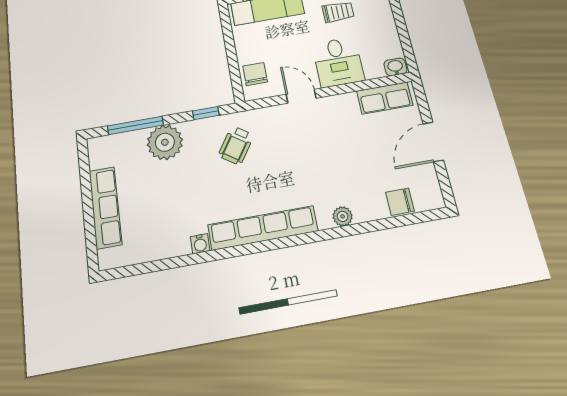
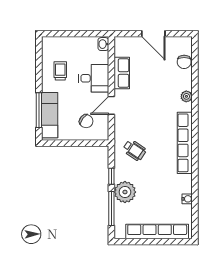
chair: (255, 74) -> (86, 121), moved, turned -144
row of seats: (385, 98) -> (122, 73), moved
window: (206, 113) -> (111, 176), moved
row of seats: (105, 207) -> (157, 231), width x1.36
water cooler: (200, 244) -> (187, 199), moved

